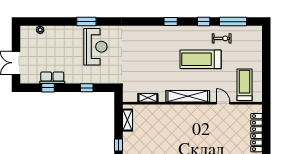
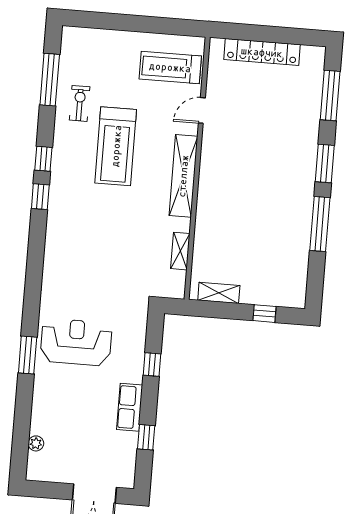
window: (204, 22) -> (43, 159), moved
row of seats: (52, 78) -> (130, 407), moved

